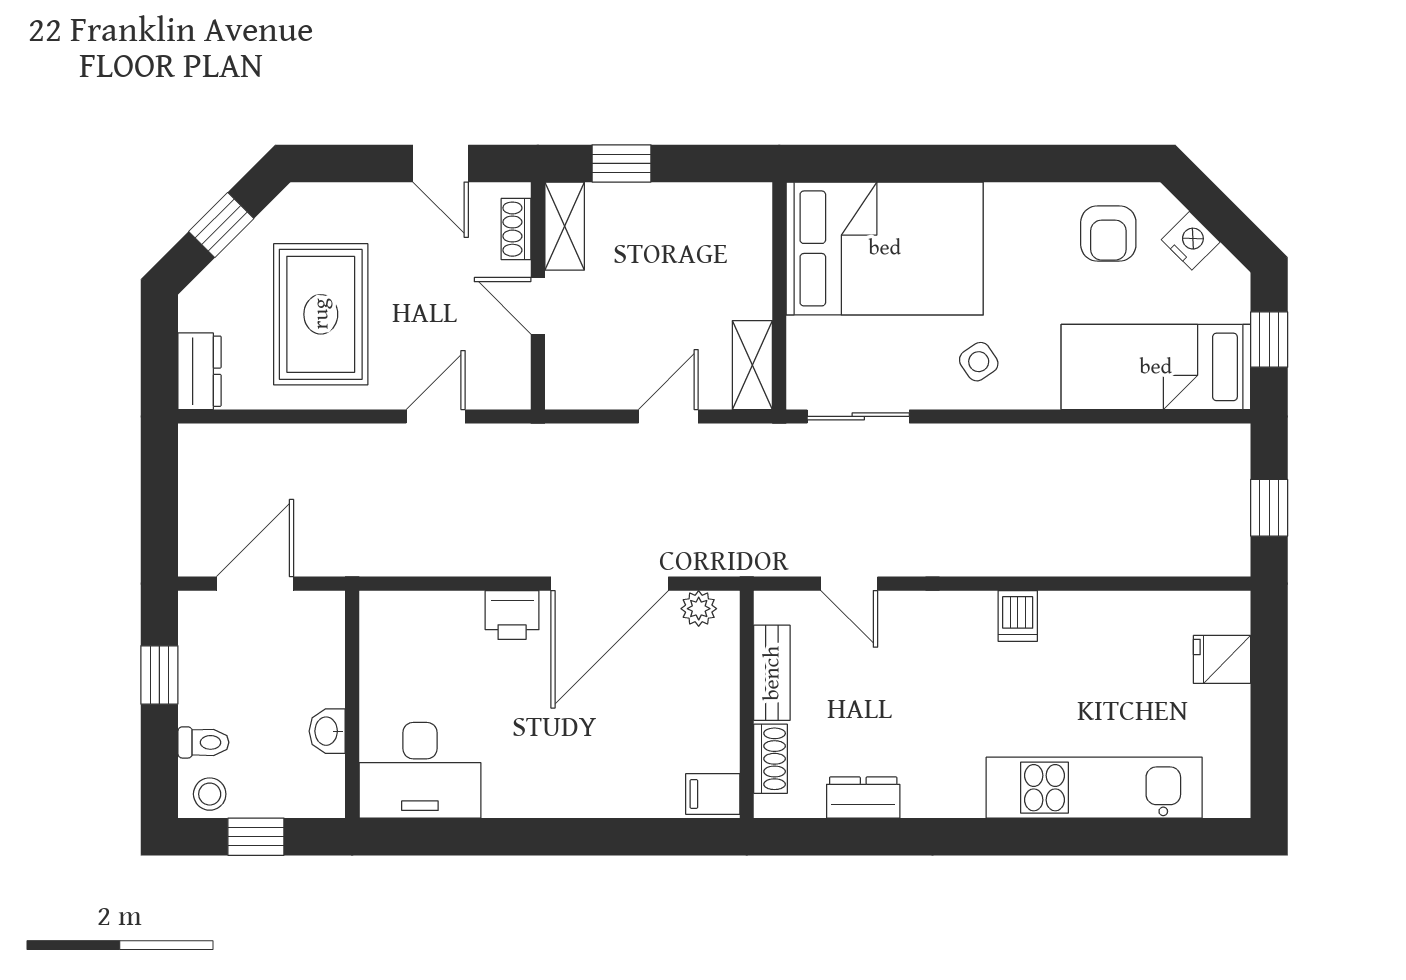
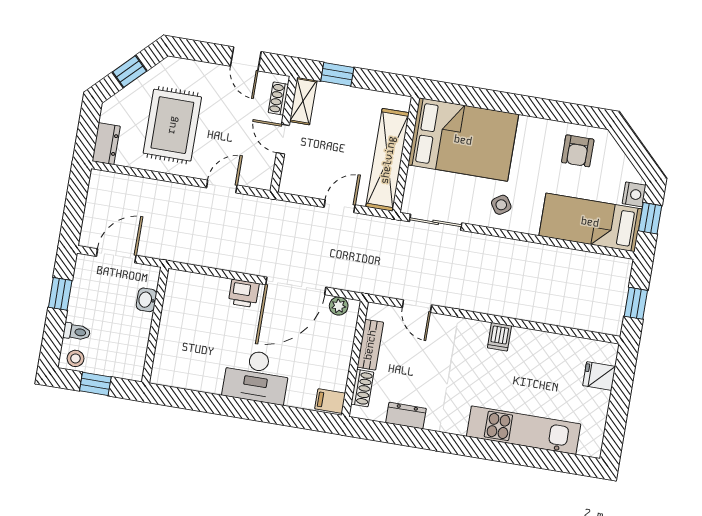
nightstand: (1191, 241) -> (634, 194), moved, turned 45
shelving: (752, 365) -> (388, 160), width x2.20, depth x1.33
washbasin: (327, 731) -> (146, 300), moved
desk: (420, 770) -> (256, 376), moved

